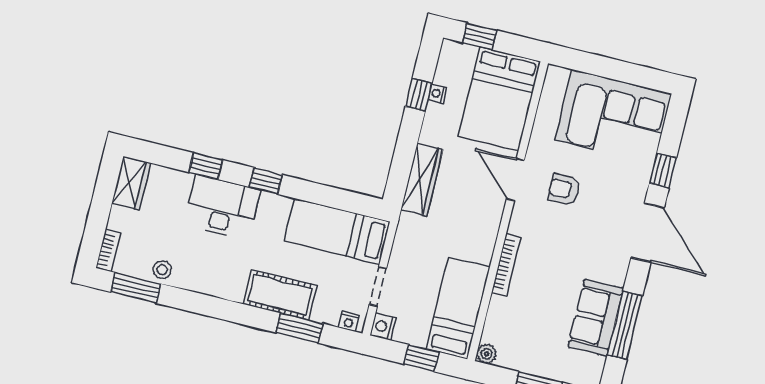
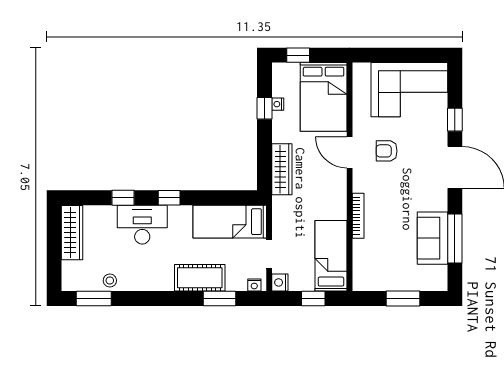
wardrobe: (131, 183) -> (72, 233), width x1.50
bookcase: (108, 250) -> (67, 276), removed
plant: (487, 354) -> (360, 284), removed

